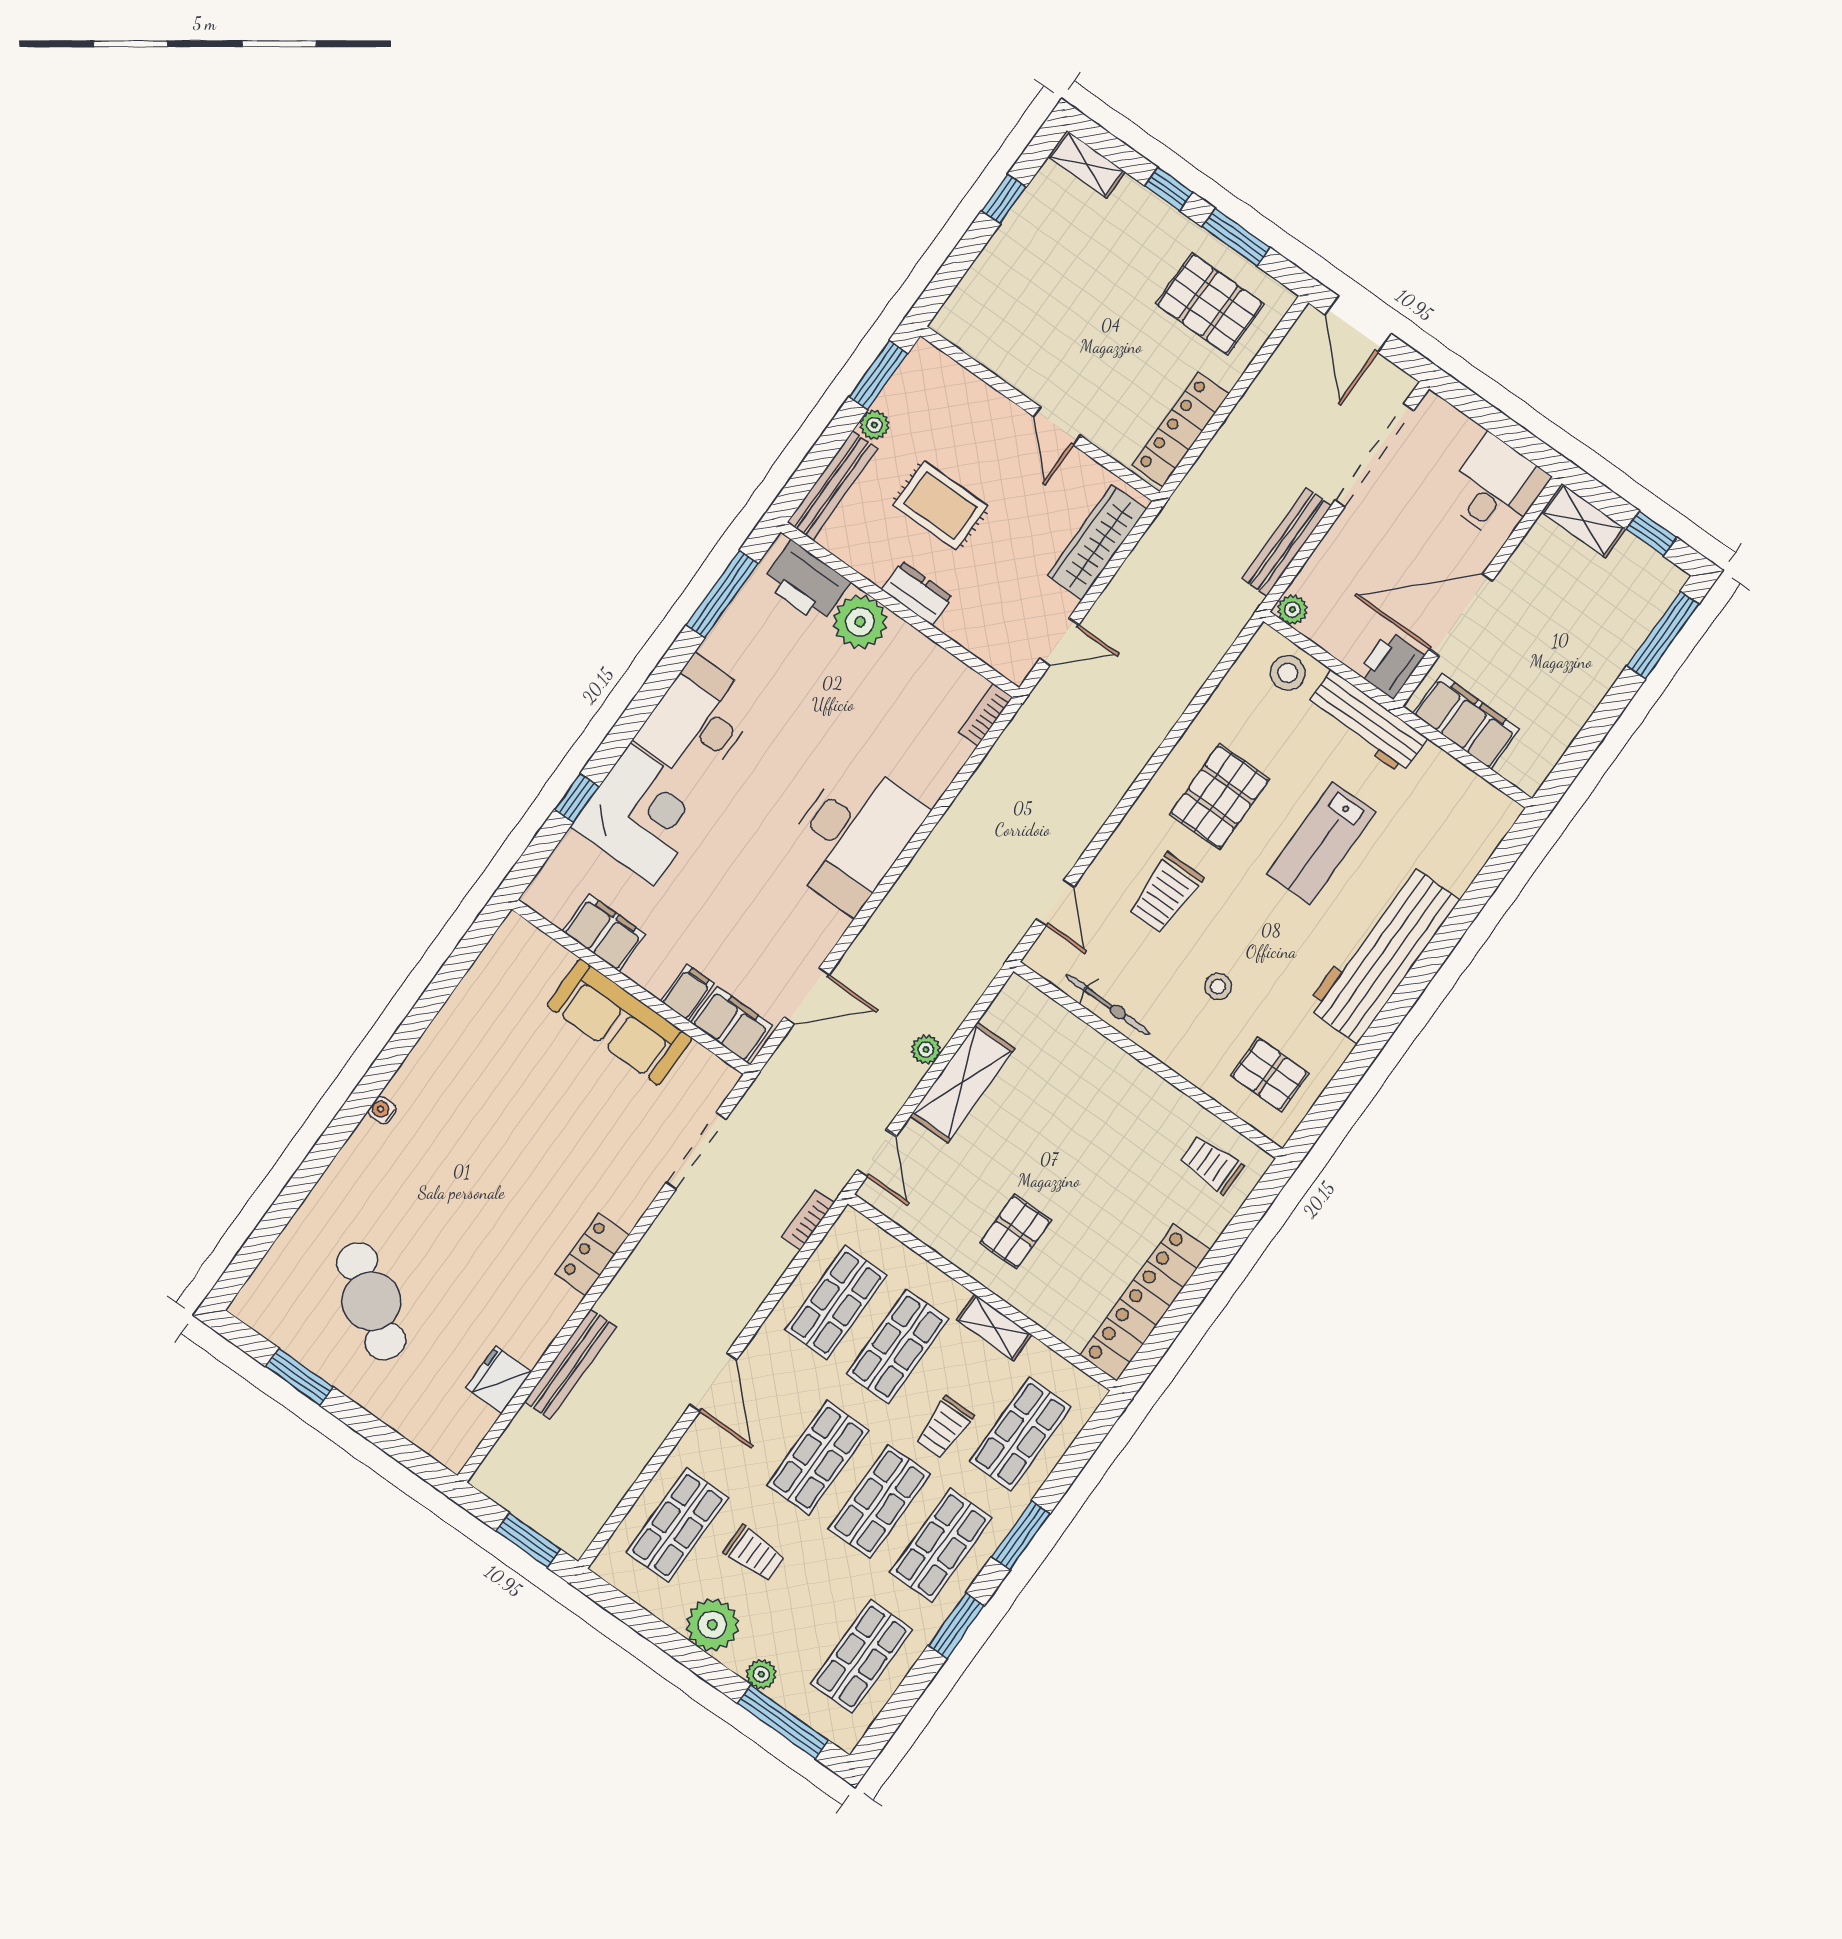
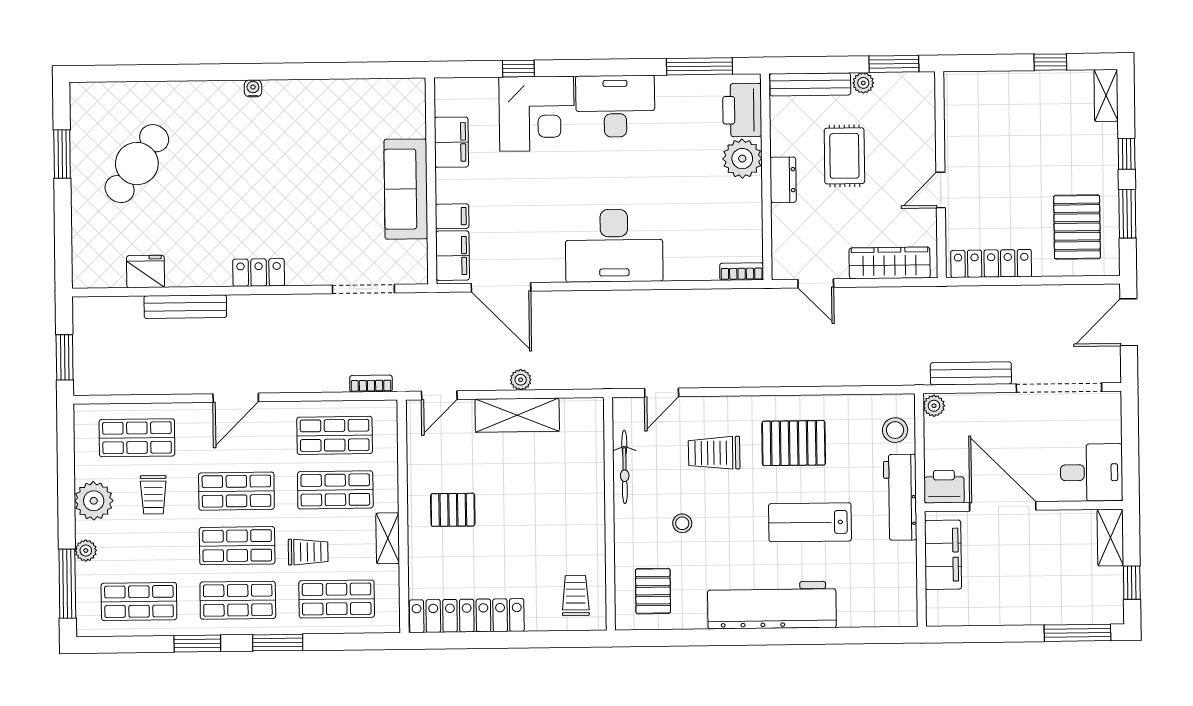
door: (807, 996) -> (501, 287), width x1.36
trolley: (944, 1427) -> (308, 552), turned 180

